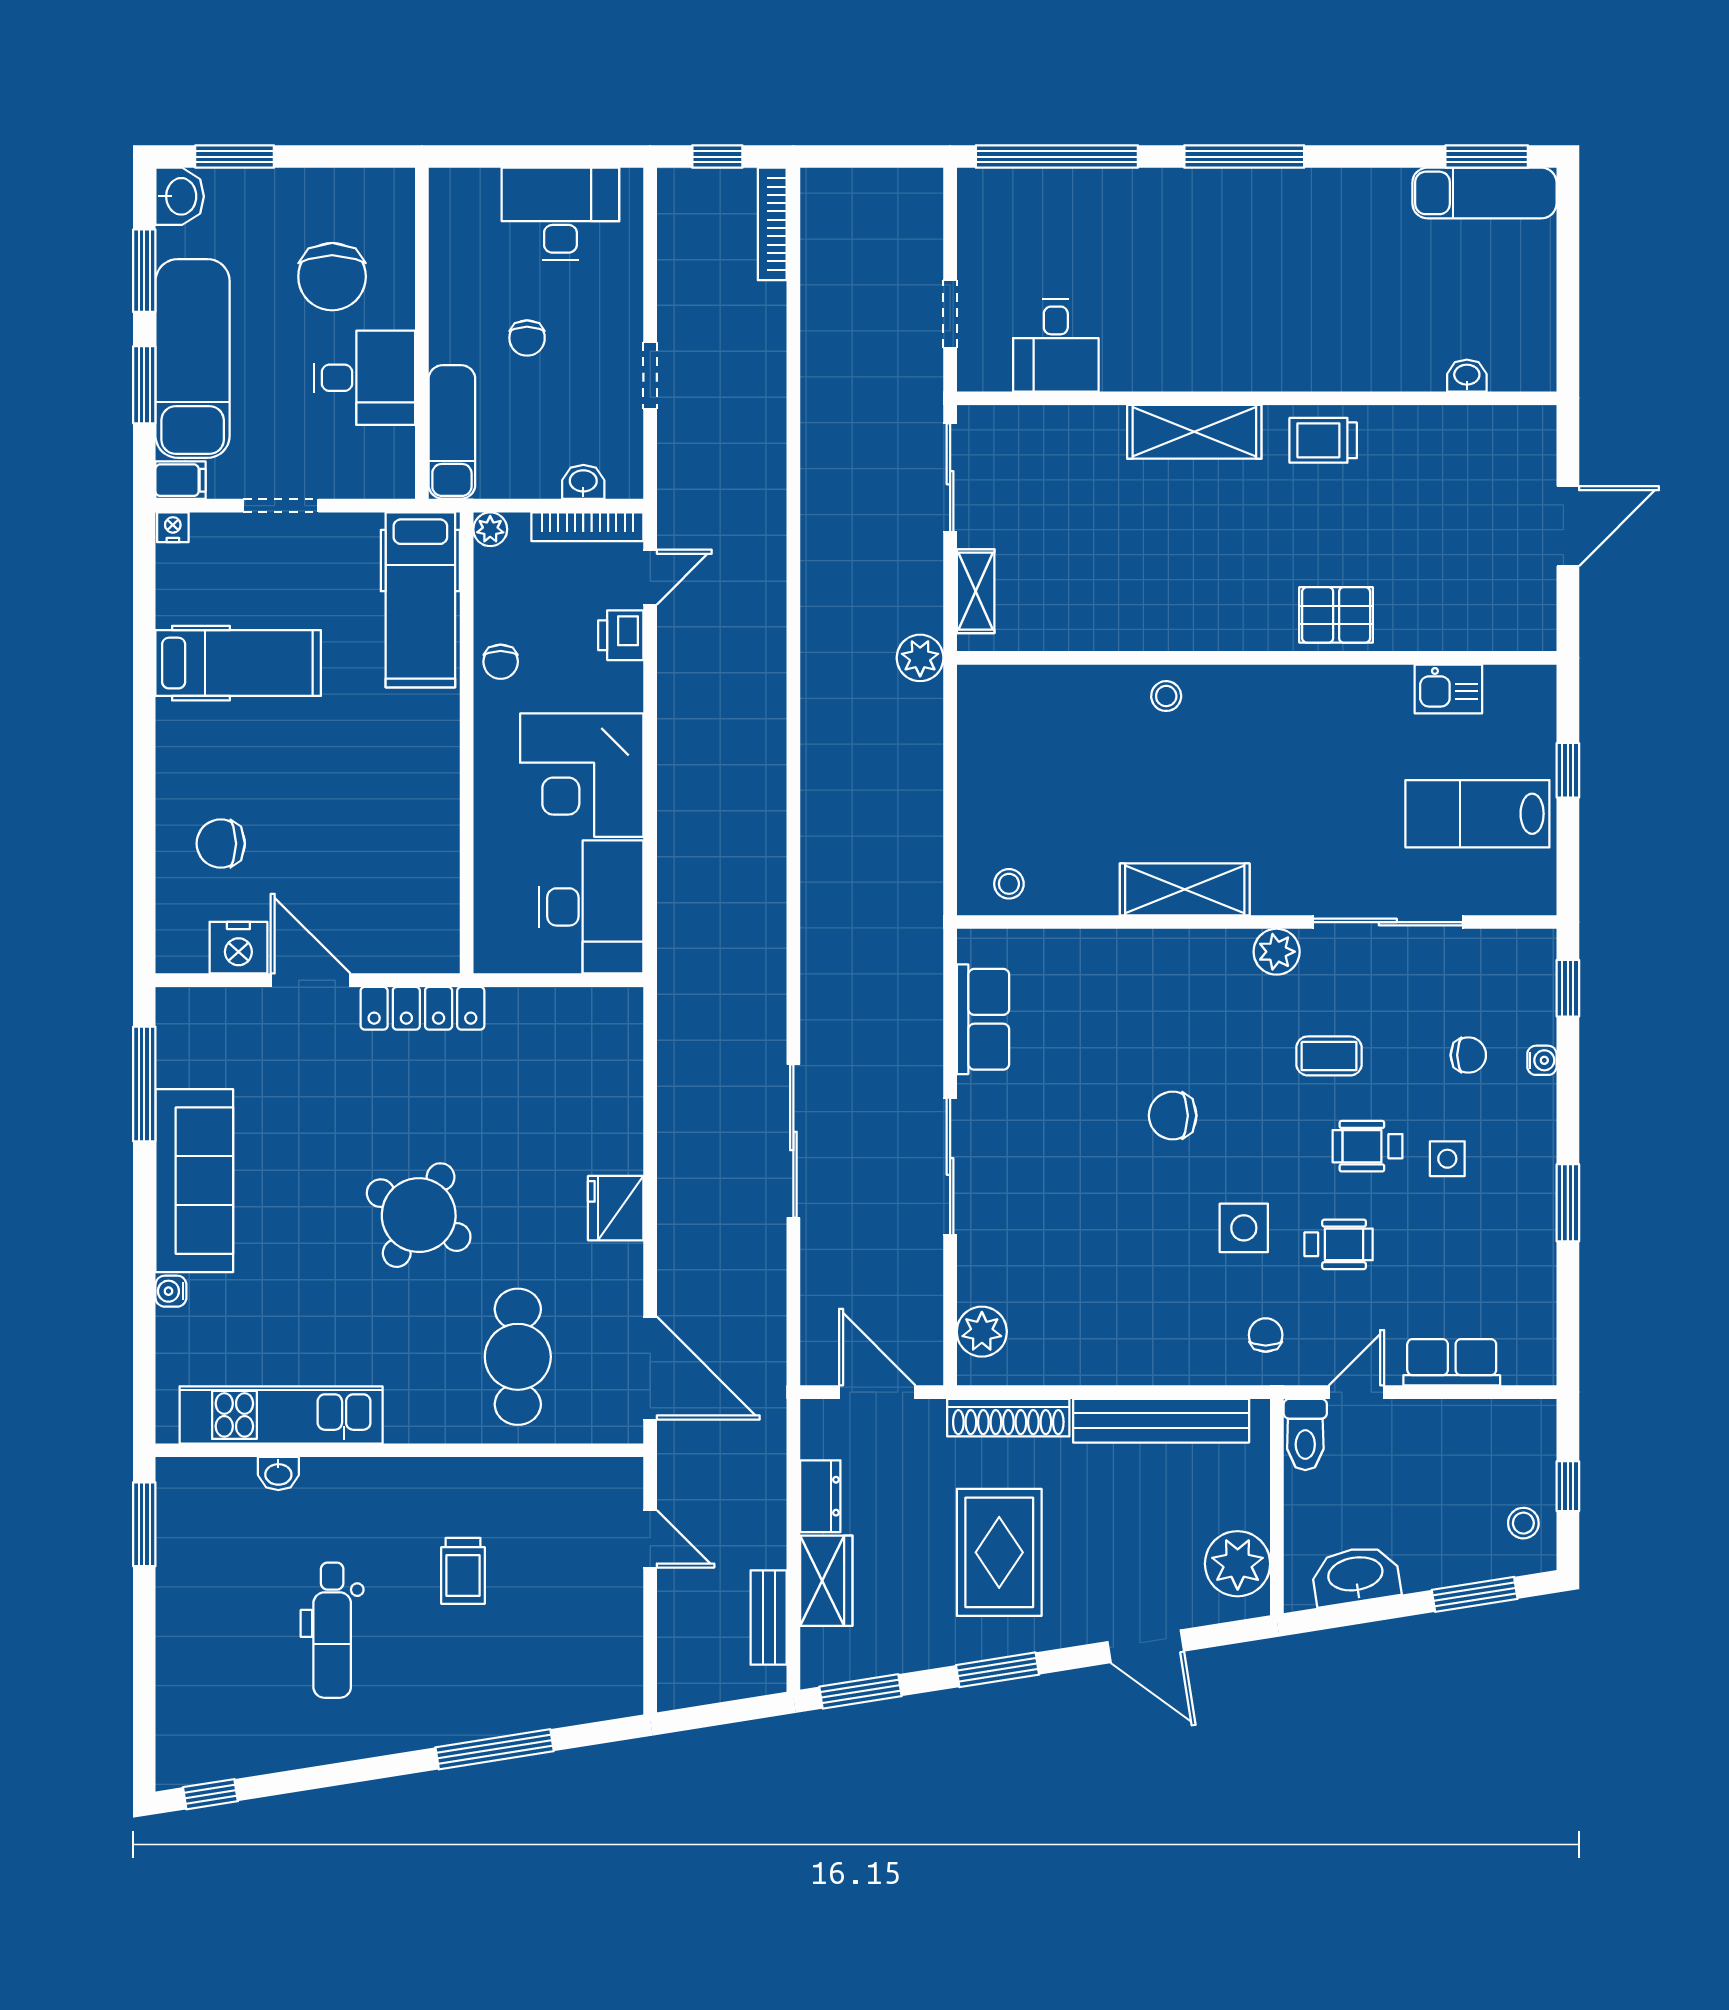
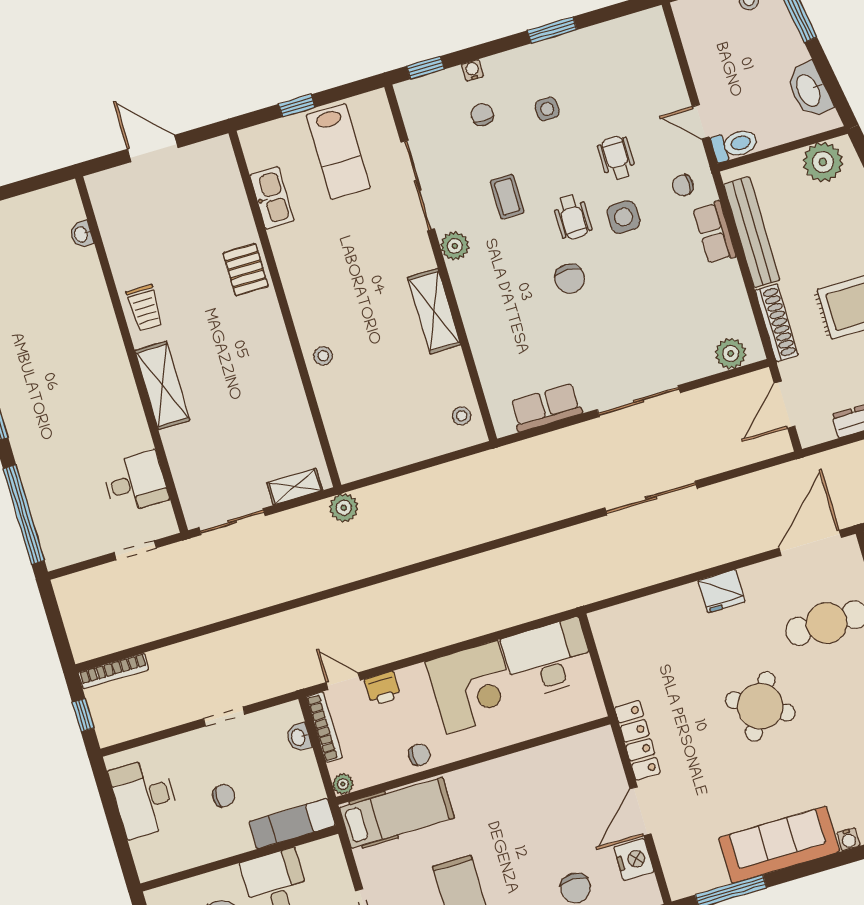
kitchen sink: (1448, 689) -> (272, 198), width x1.38
wheelchair: (1367, 1146) -> (572, 217), moved
row of seats: (1452, 1362) -> (714, 232), moved

